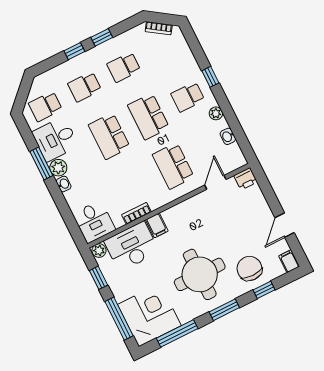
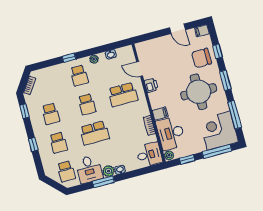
window: (102, 37) -> (24, 111), moved
school desk: (149, 117) -> (87, 104), width x0.54
printer: (246, 179) -> (151, 85), moved

